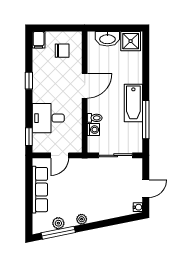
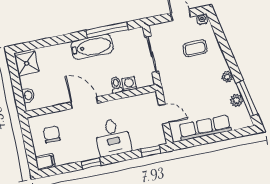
washbasin: (107, 39) -> (28, 95), width x0.52, depth x0.69
desk: (48, 118) -> (113, 137), moved
coffee table: (113, 195) -> (195, 48), added

